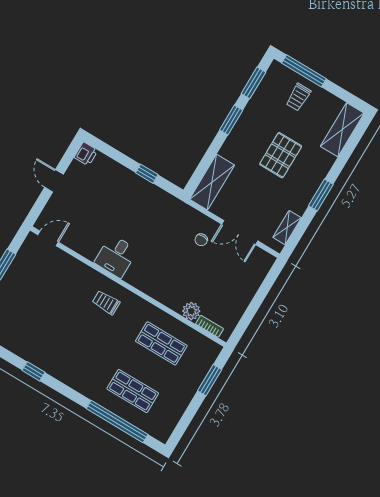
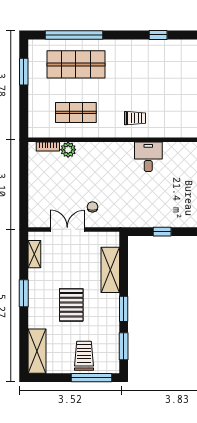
trolley: (298, 97) -> (84, 356), width x1.36, depth x1.39
shelving: (212, 182) -> (110, 270), moved
window: (210, 380) -> (24, 72), moved
shop shelf: (133, 391) -> (76, 64), width x1.43, depth x1.36

